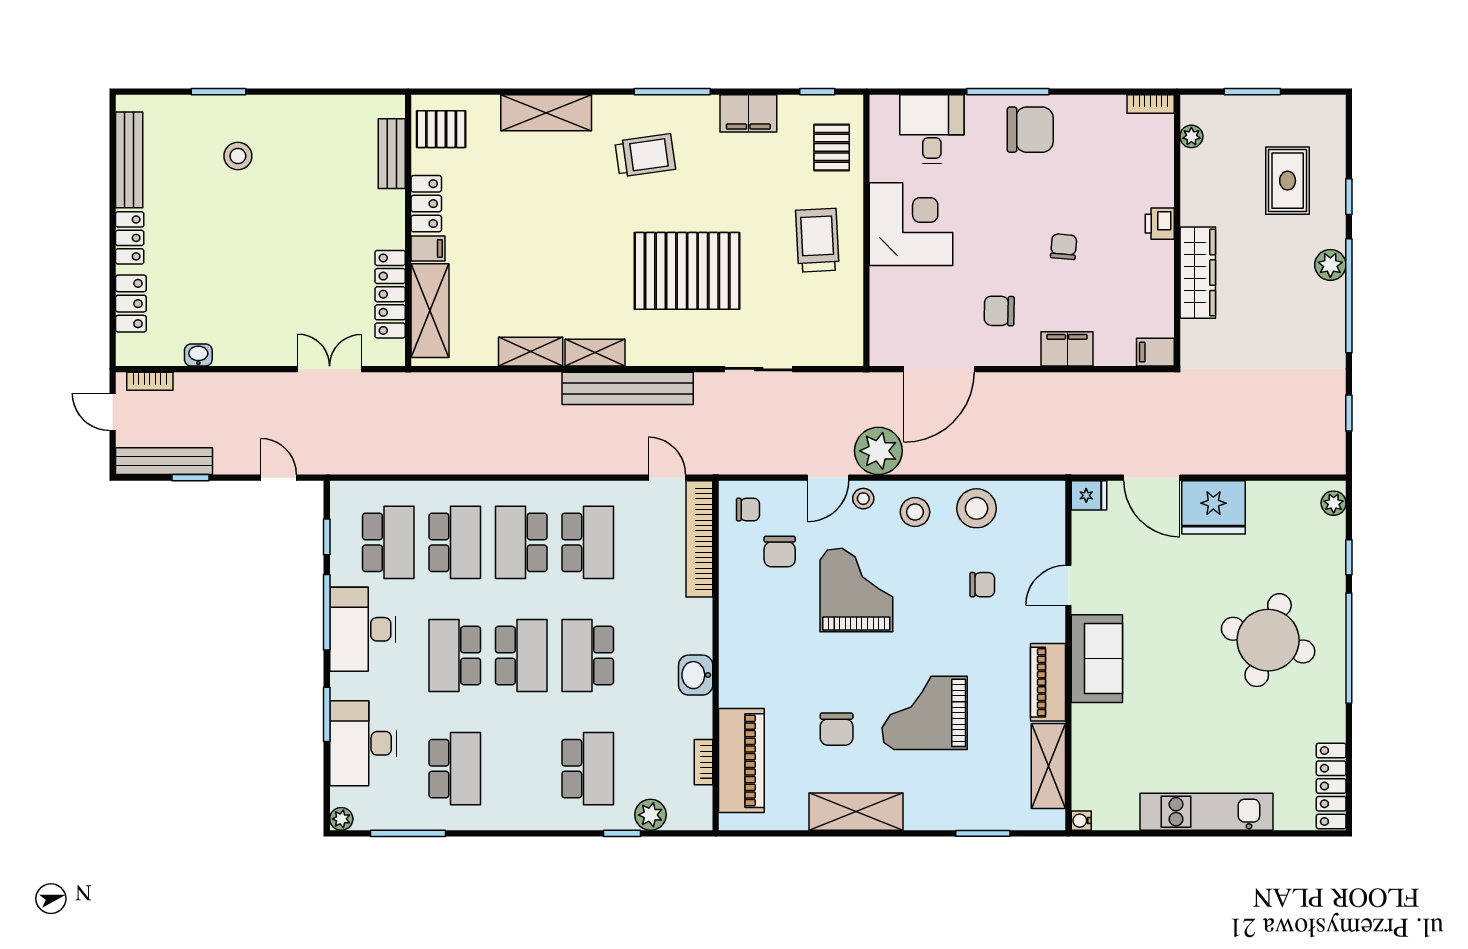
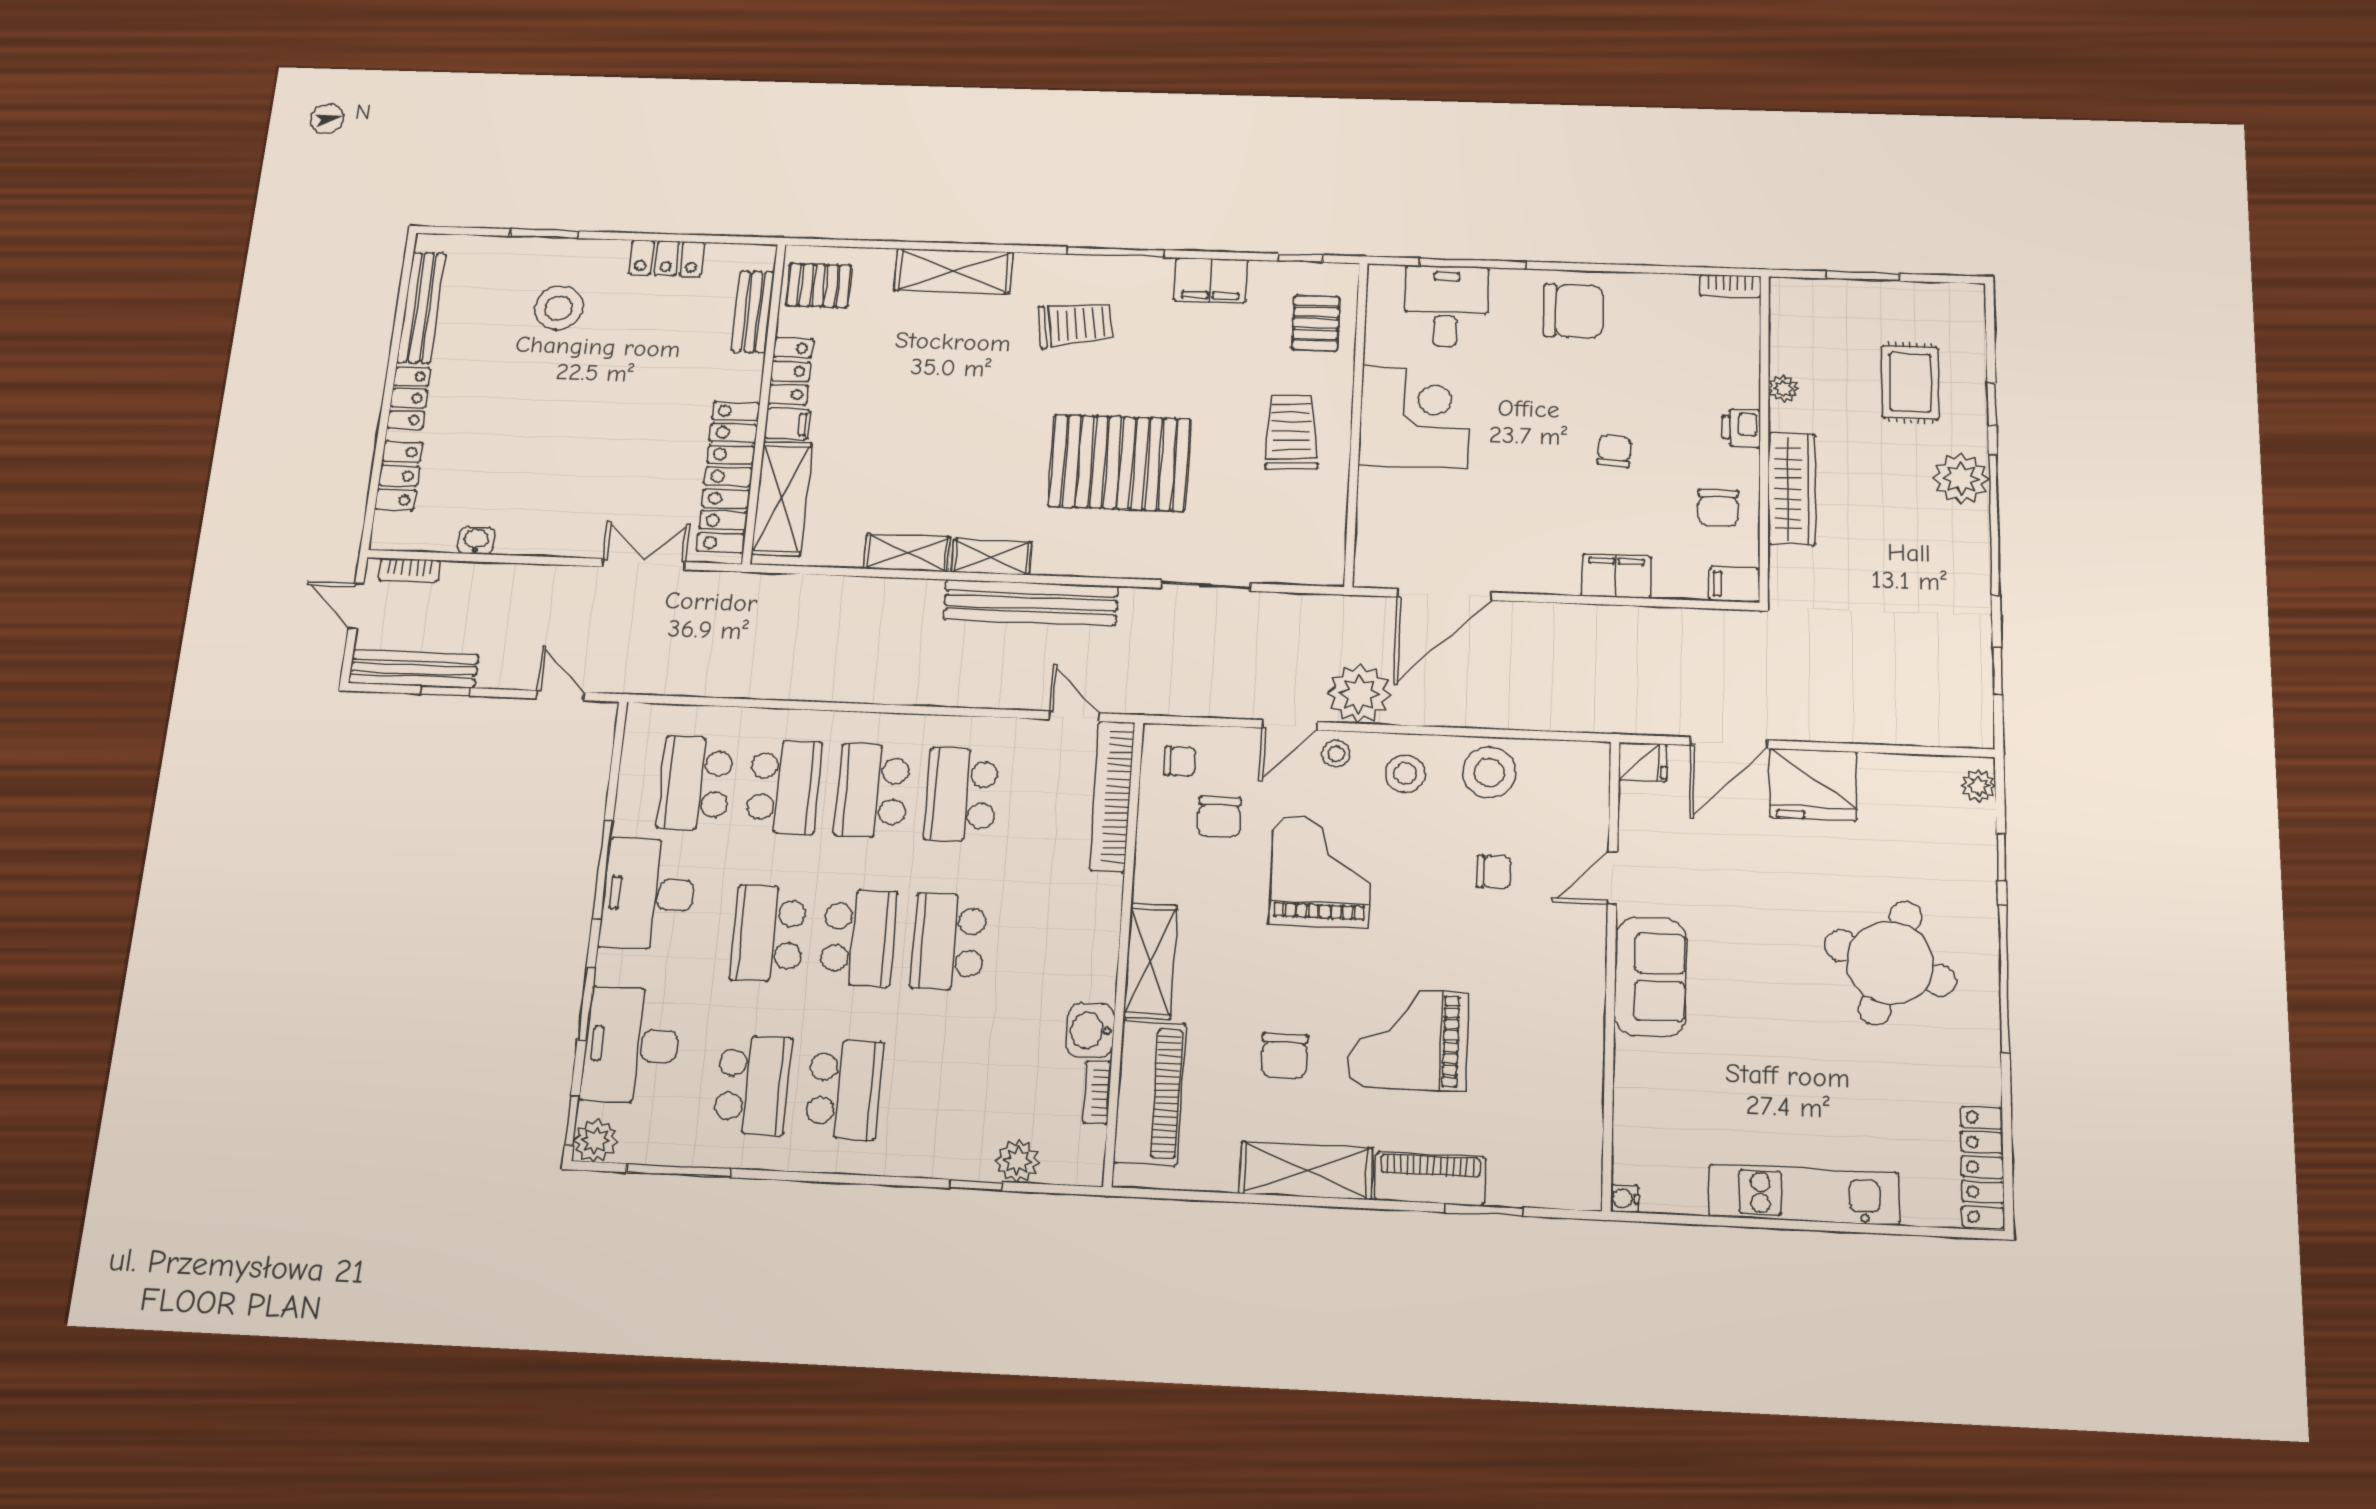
window: (1008, 92) -> (1473, 263), moved
locker: (318, 110) -> (667, 258), added
plant: (1191, 136) -> (1783, 389), moved
stool: (238, 156) -> (559, 308), width x1.38, depth x1.38
plant: (1330, 265) -> (1961, 479), width x1.36, depth x1.36
locker: (390, 294) -> (728, 477), width x1.41, depth x1.21
chair: (999, 311) -> (1718, 508), moved, turned -91
door: (1152, 478) -> (1729, 743), hinge flipped
window: (327, 537) -> (572, 1121), moved
school desk: (388, 542) -> (695, 783), turned 180
school desk: (588, 542) -> (961, 794), turned 180
washbasin: (696, 675) -> (1090, 1030), moved
piano: (1048, 682) -> (1430, 1179), moved, turned 90
shelving: (1048, 766) -> (1150, 961), moved
school desk: (588, 769) -> (844, 1089), moved
plant: (341, 819) -> (596, 1141), width x1.38, depth x1.38

